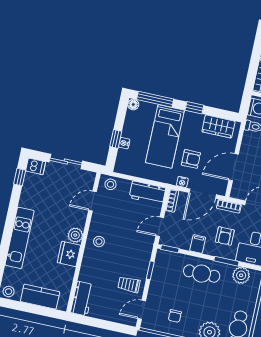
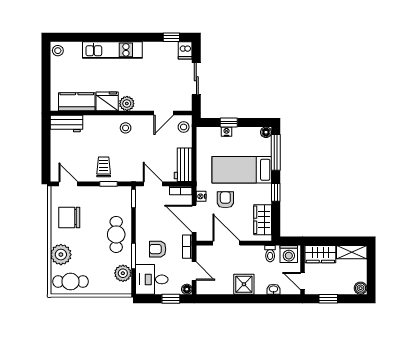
armchair: (191, 159) -> (225, 200), turned 180
door: (93, 201) -> (164, 113), swing flipped
filing cabinet: (198, 244) -> (144, 224), removed
trolley: (129, 285) -> (104, 167), moved
kitchen counter: (40, 297) -> (77, 102), moved, turned -90
chair: (175, 316) -> (69, 217), width x1.87, depth x1.87

